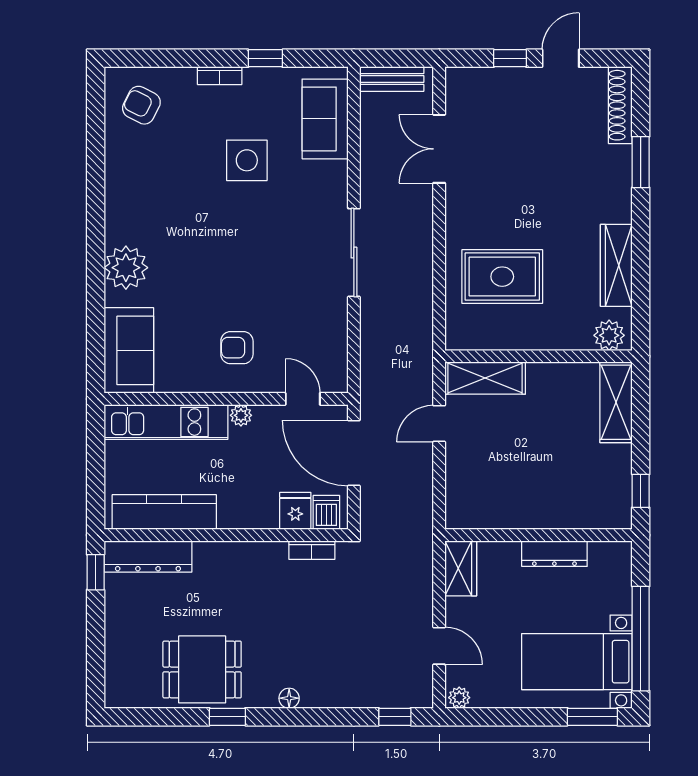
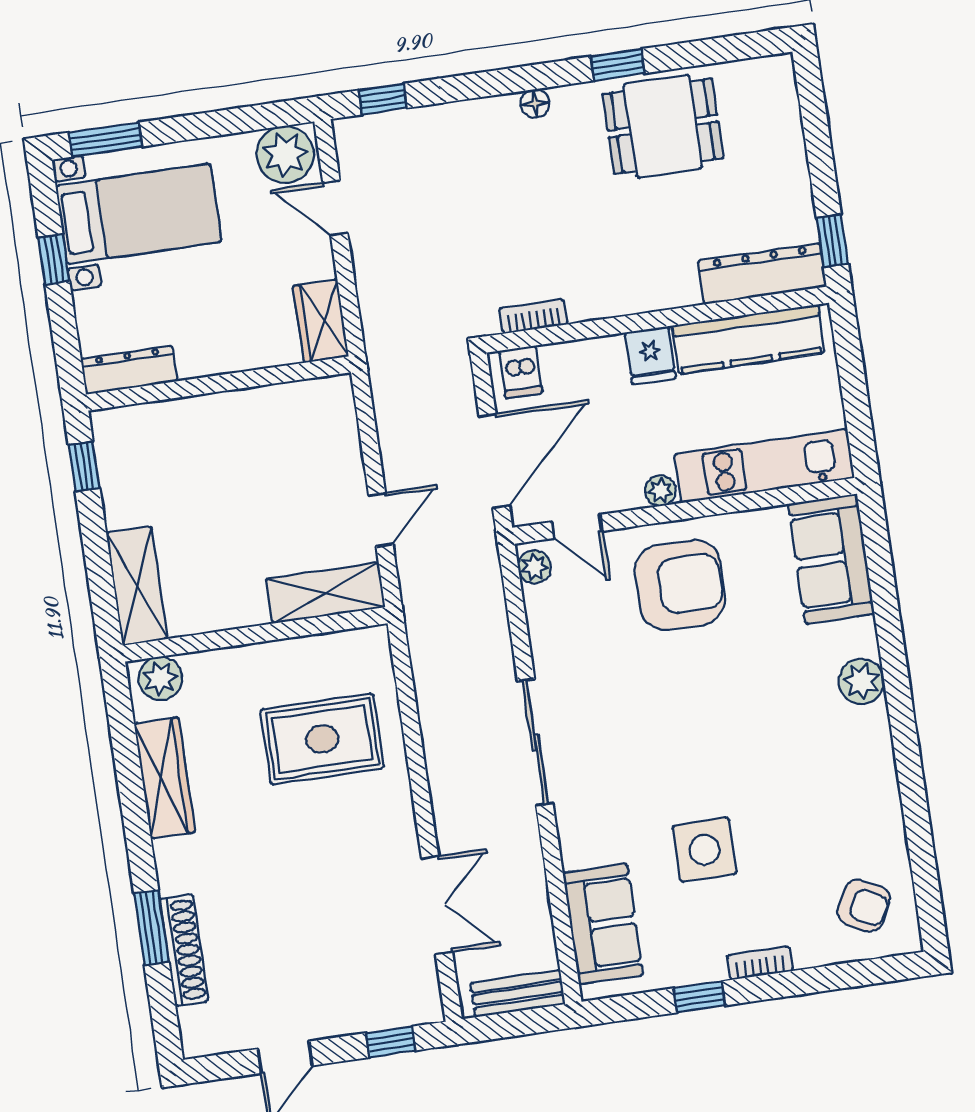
window: (510, 58) -> (391, 1042), moved
shoe rack: (620, 105) -> (184, 950), moved
plant: (126, 268) -> (861, 681), width x0.73, depth x0.73
armchair: (237, 348) -> (680, 585), width x1.88, depth x1.88
plant: (337, 375) -> (535, 567), added
door: (354, 453) -> (494, 461), hinge flipped
fridge: (295, 511) -> (650, 355), moved
dresser: (554, 554) -> (129, 370), moved
window: (641, 639) -> (54, 259), width x0.32
plant: (459, 698) -> (285, 154), width x1.88, depth x1.88

